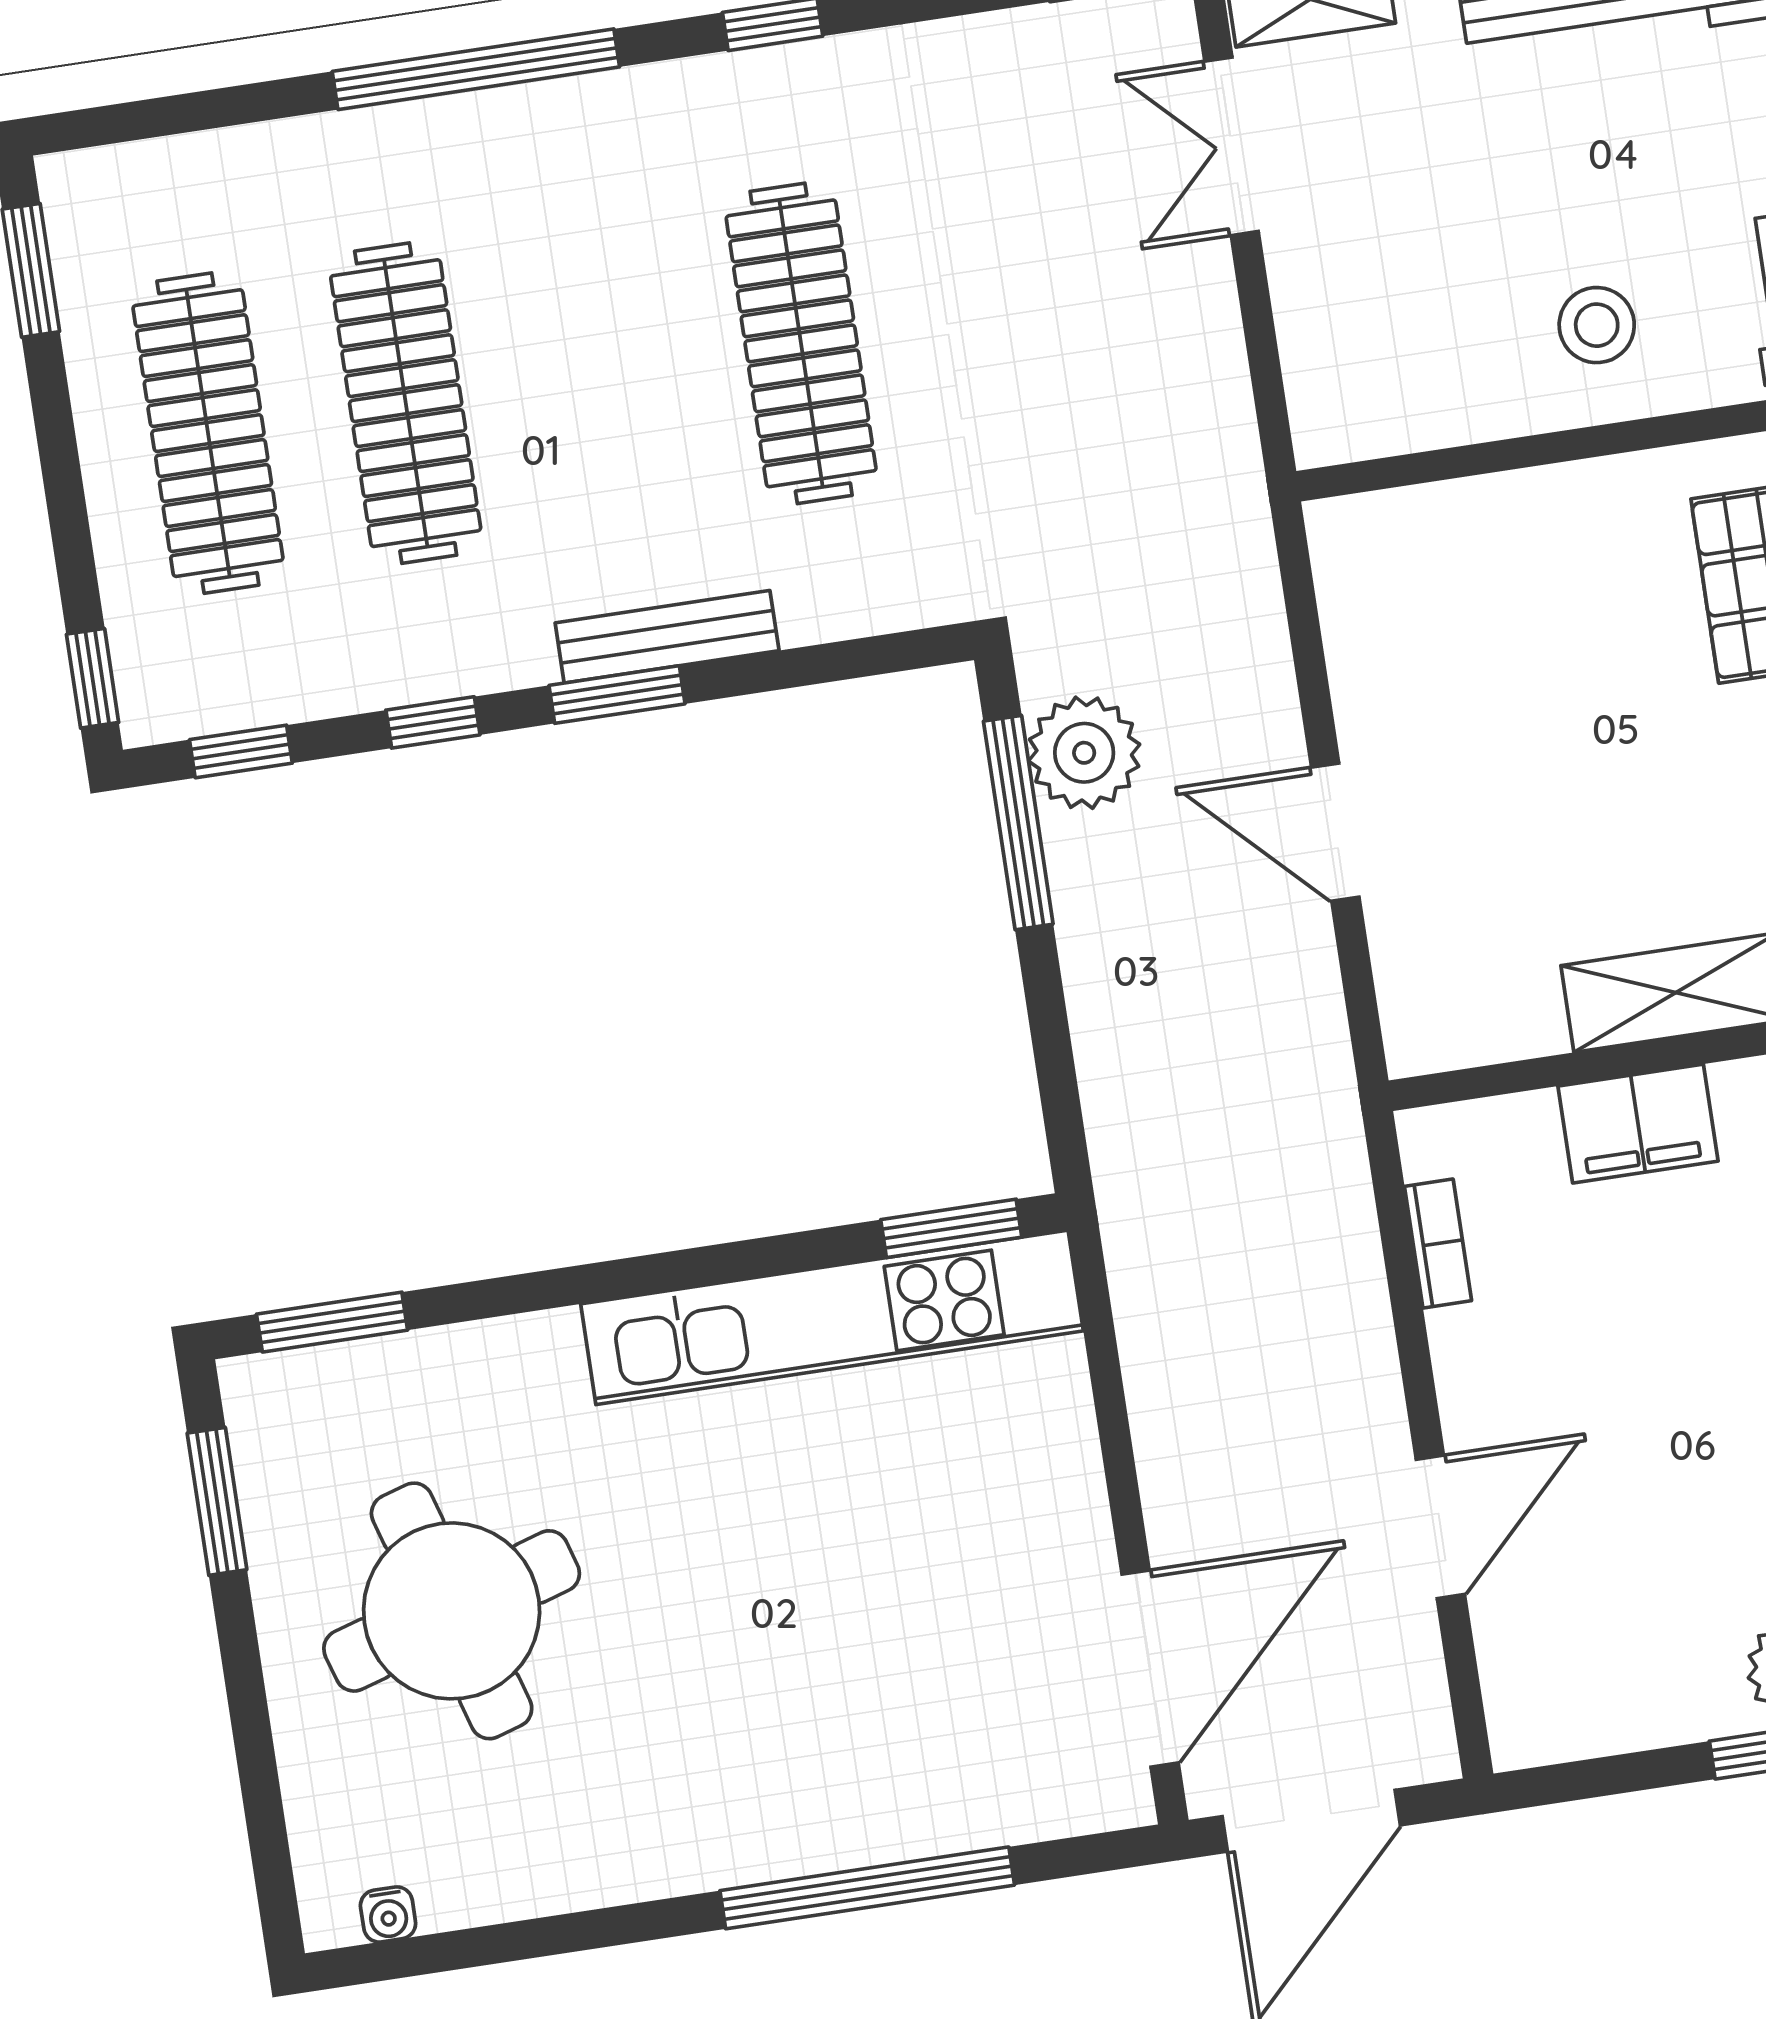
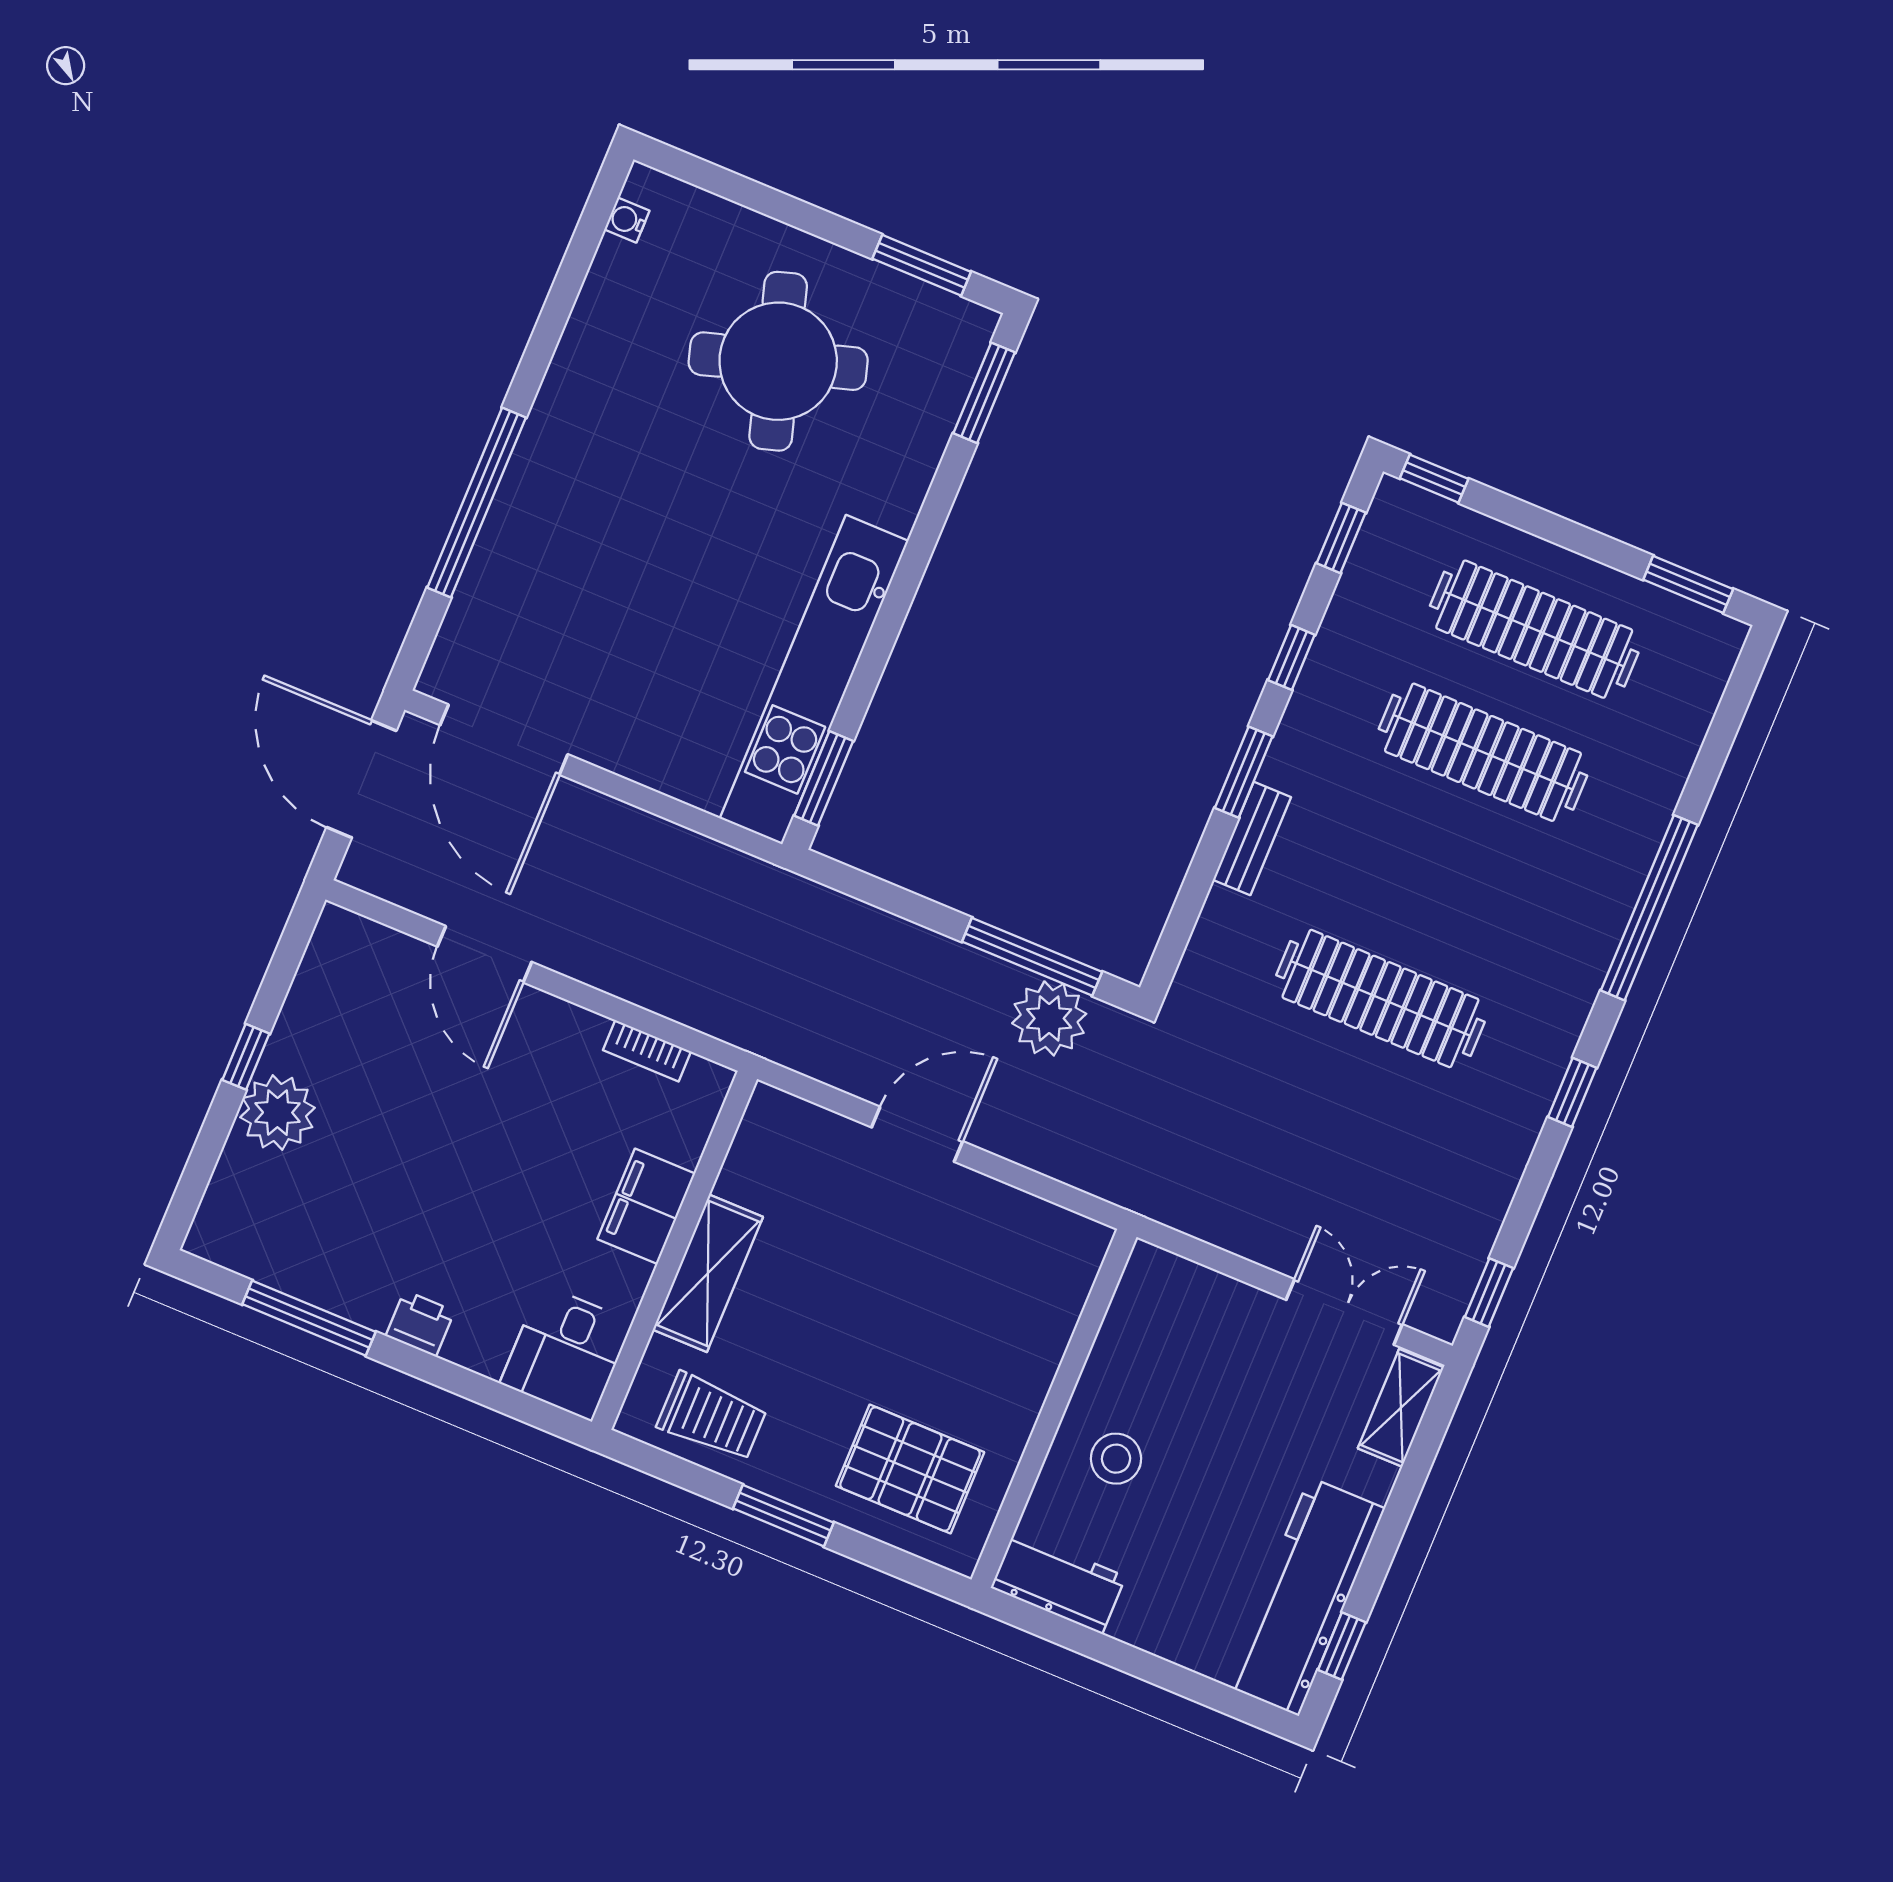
bench: (667, 637) -> (1252, 838), width x0.73

